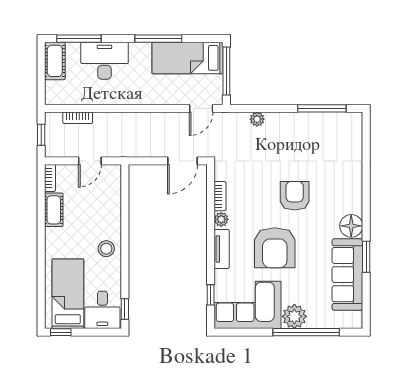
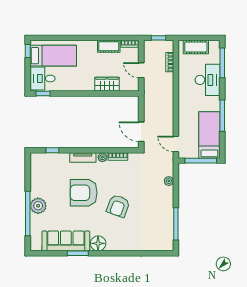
cot: (55, 61) -> (196, 47), moved
armchair: (295, 196) -> (118, 206), turned 110
wardrobe: (111, 213) -> (107, 84), added
stool: (106, 249) -> (83, 81), removed
corner sofa: (247, 305) -> (46, 175), removed

